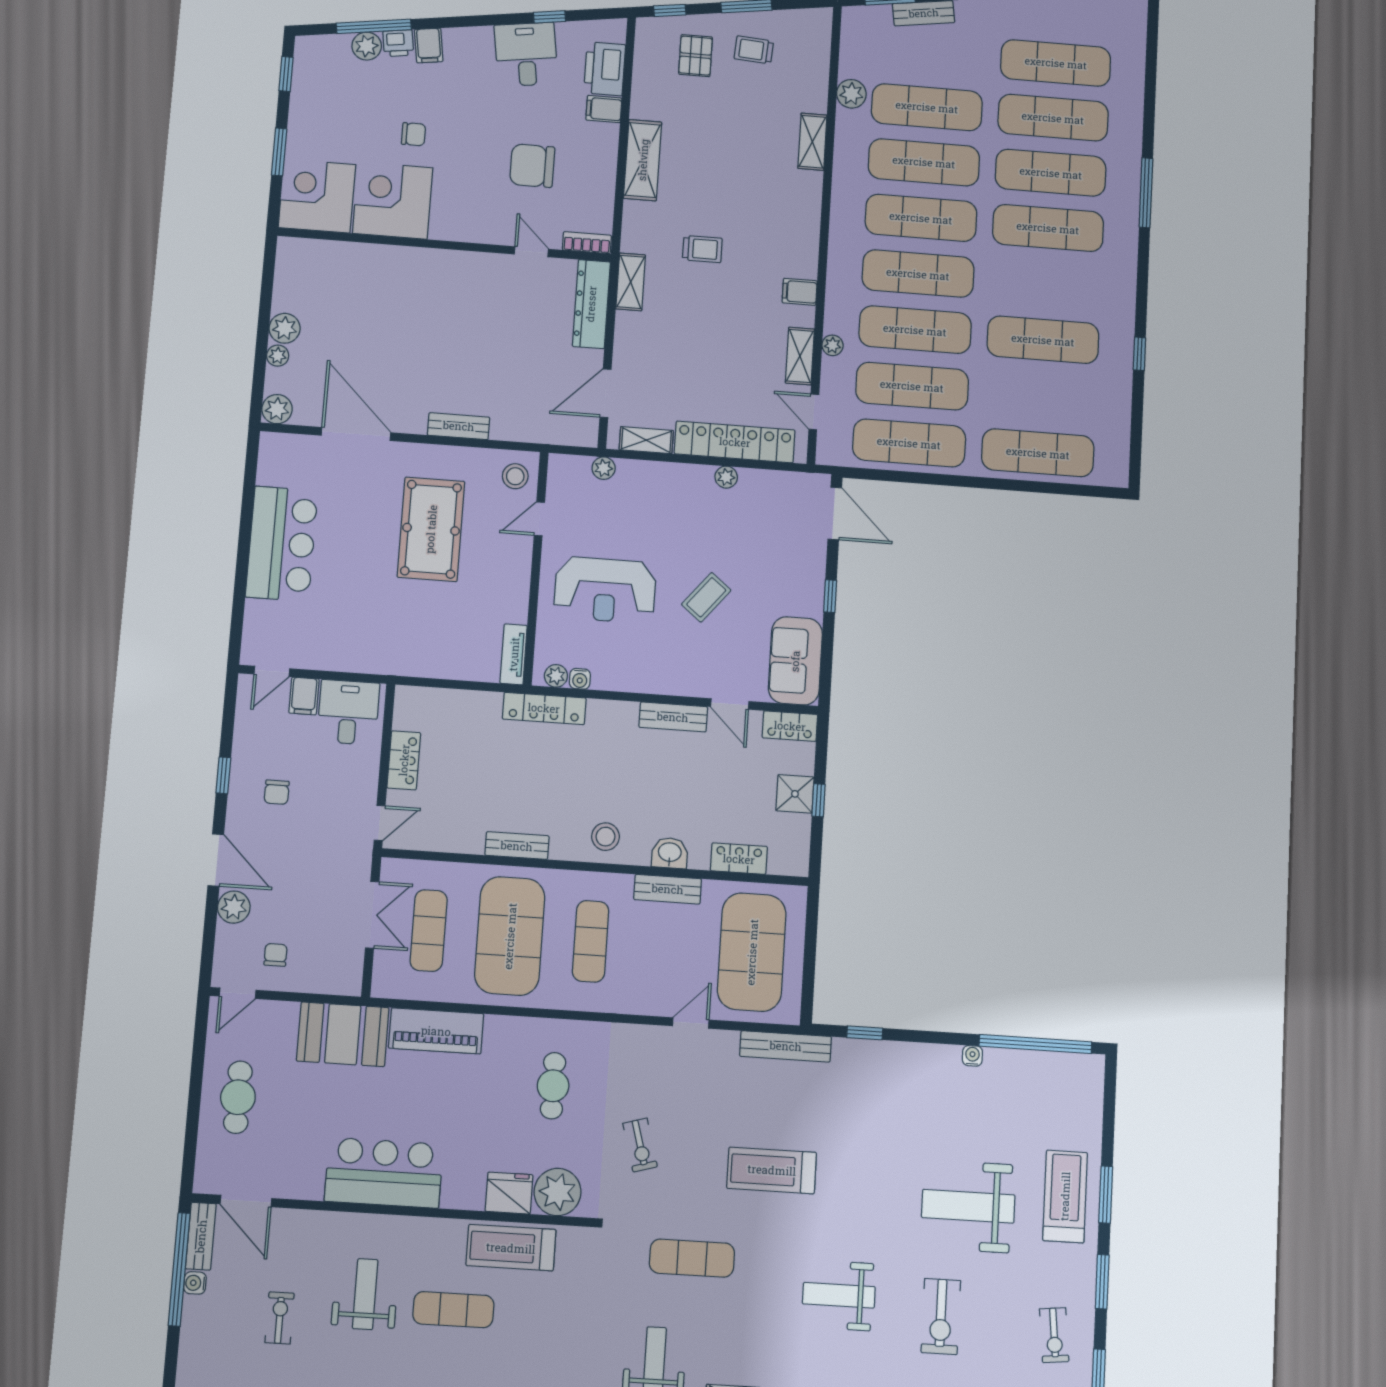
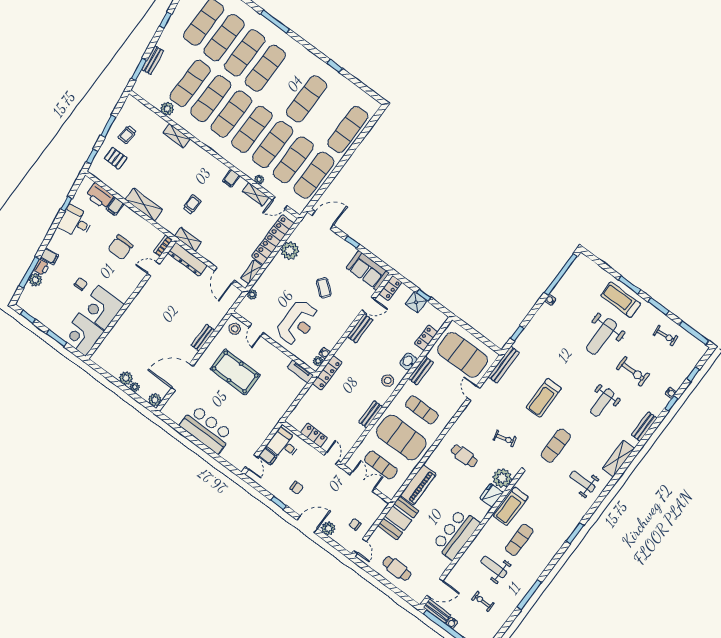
plant: (726, 477) -> (290, 251), width x1.88, depth x1.88

